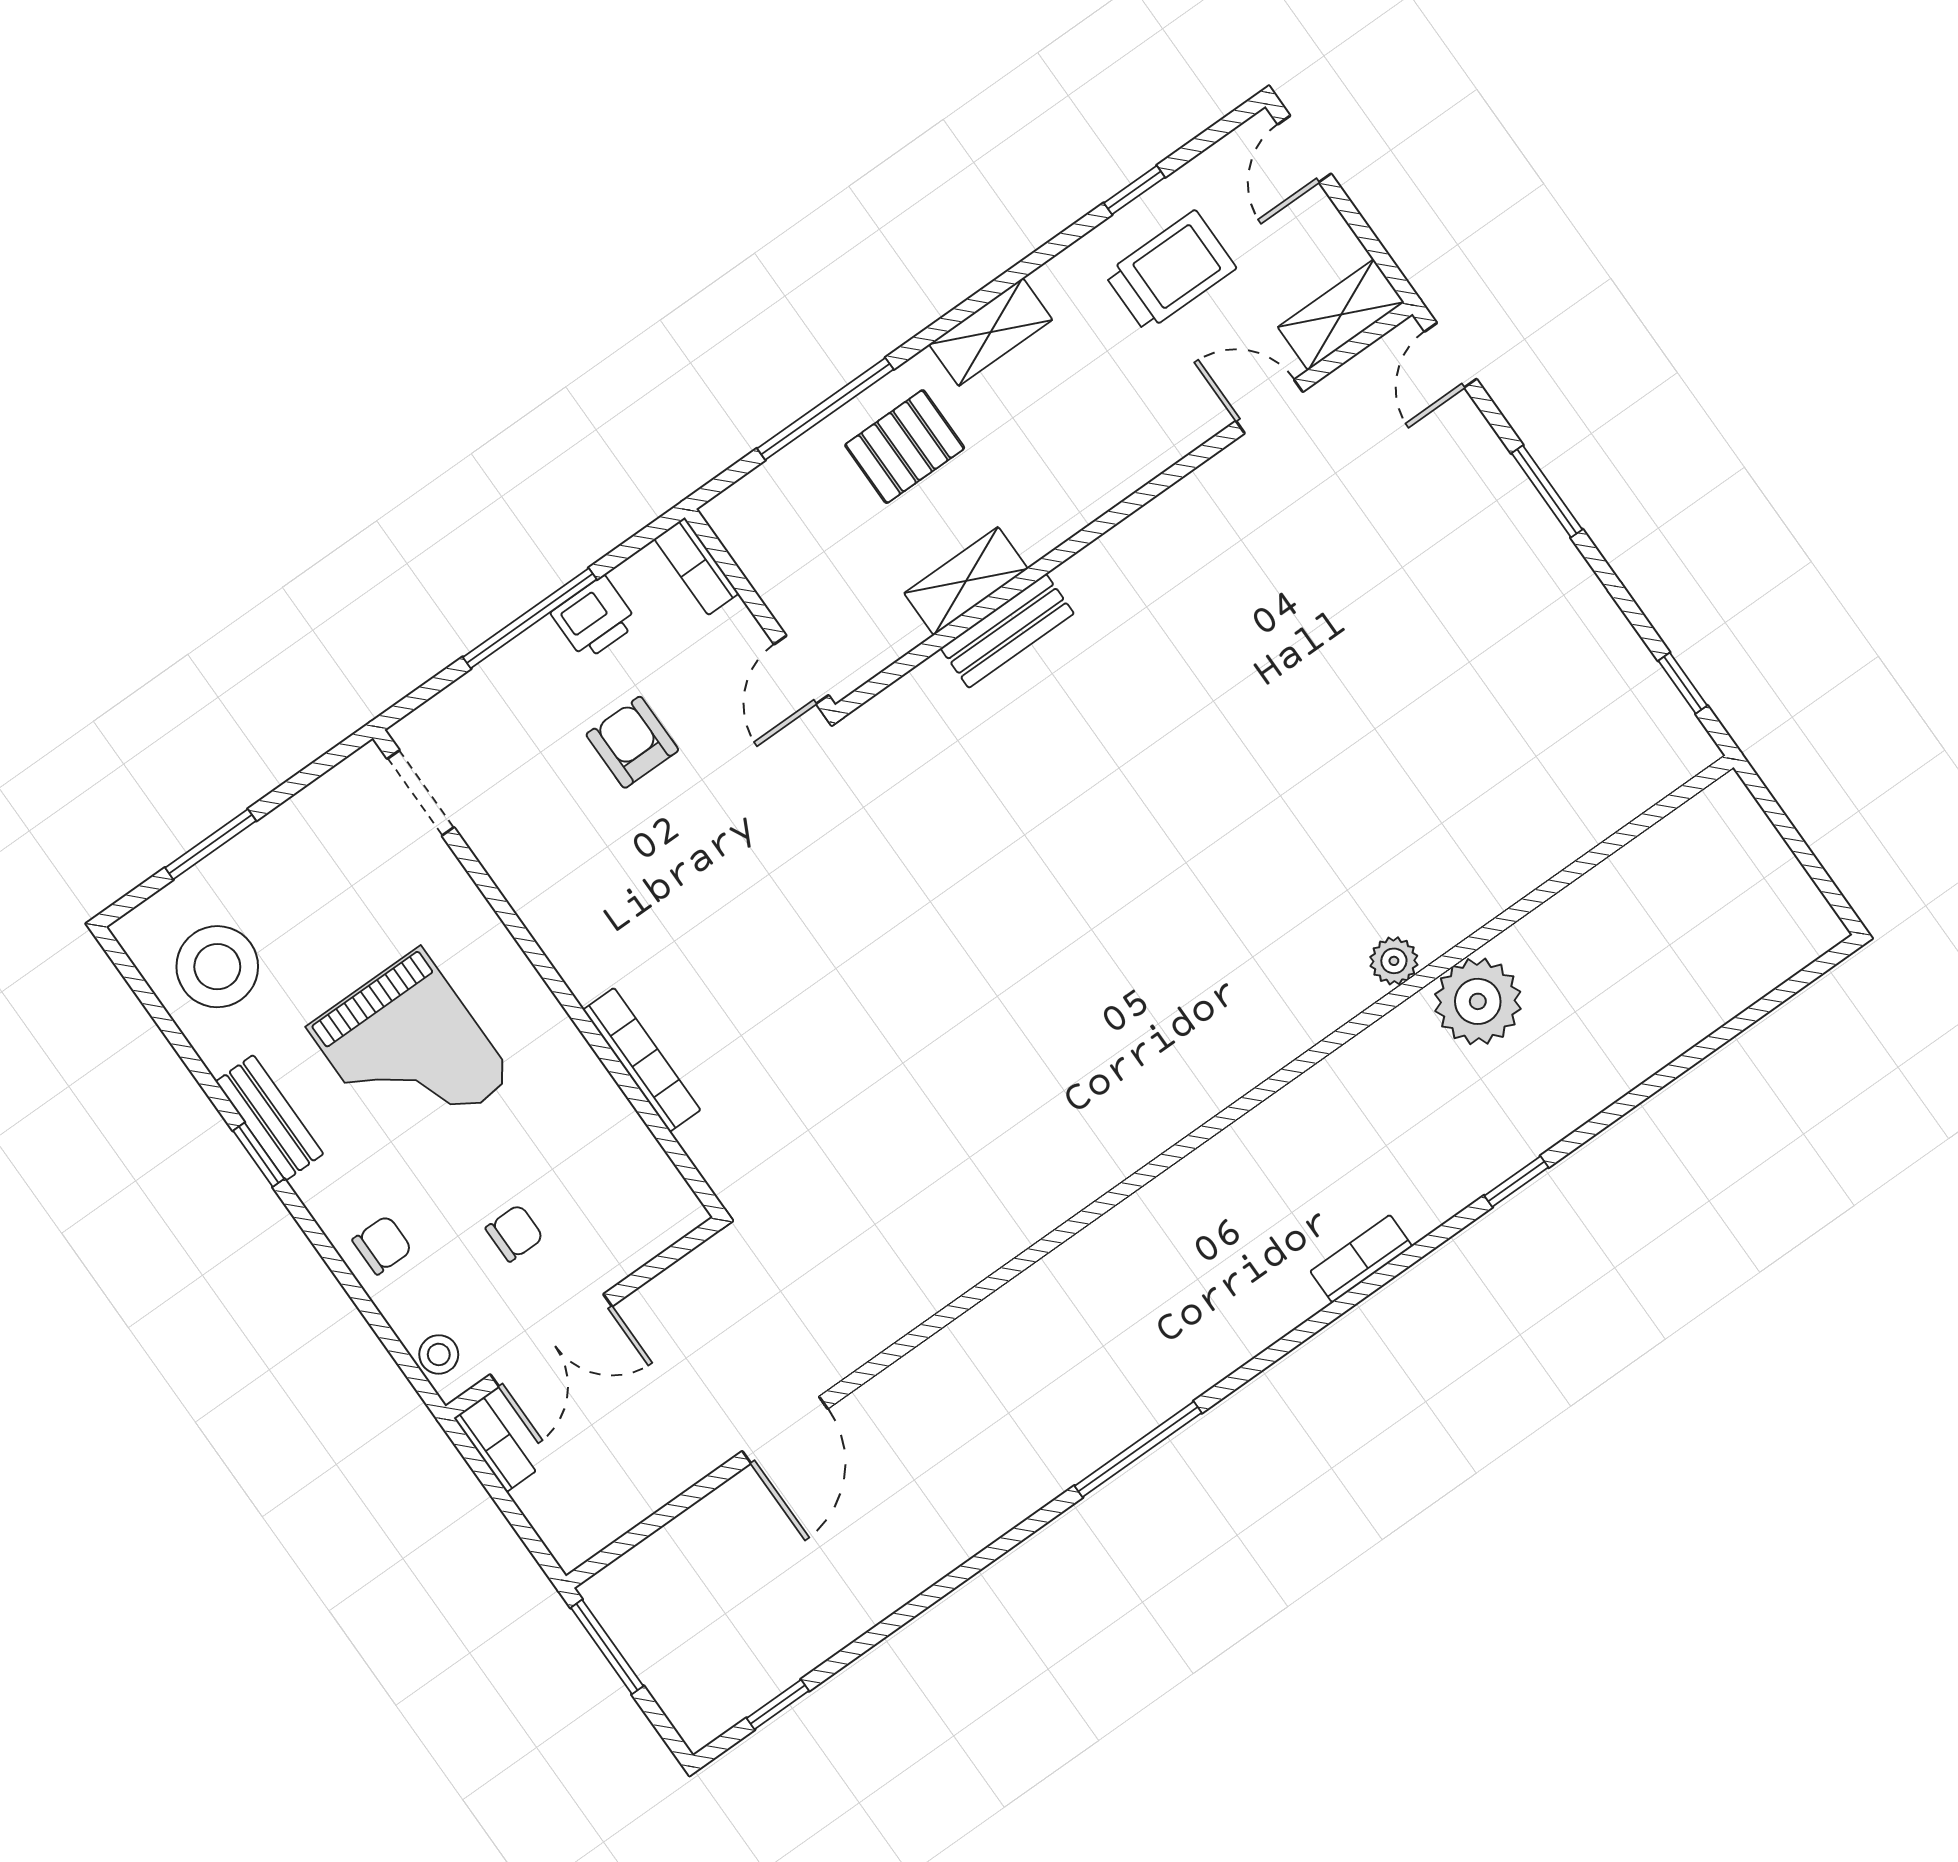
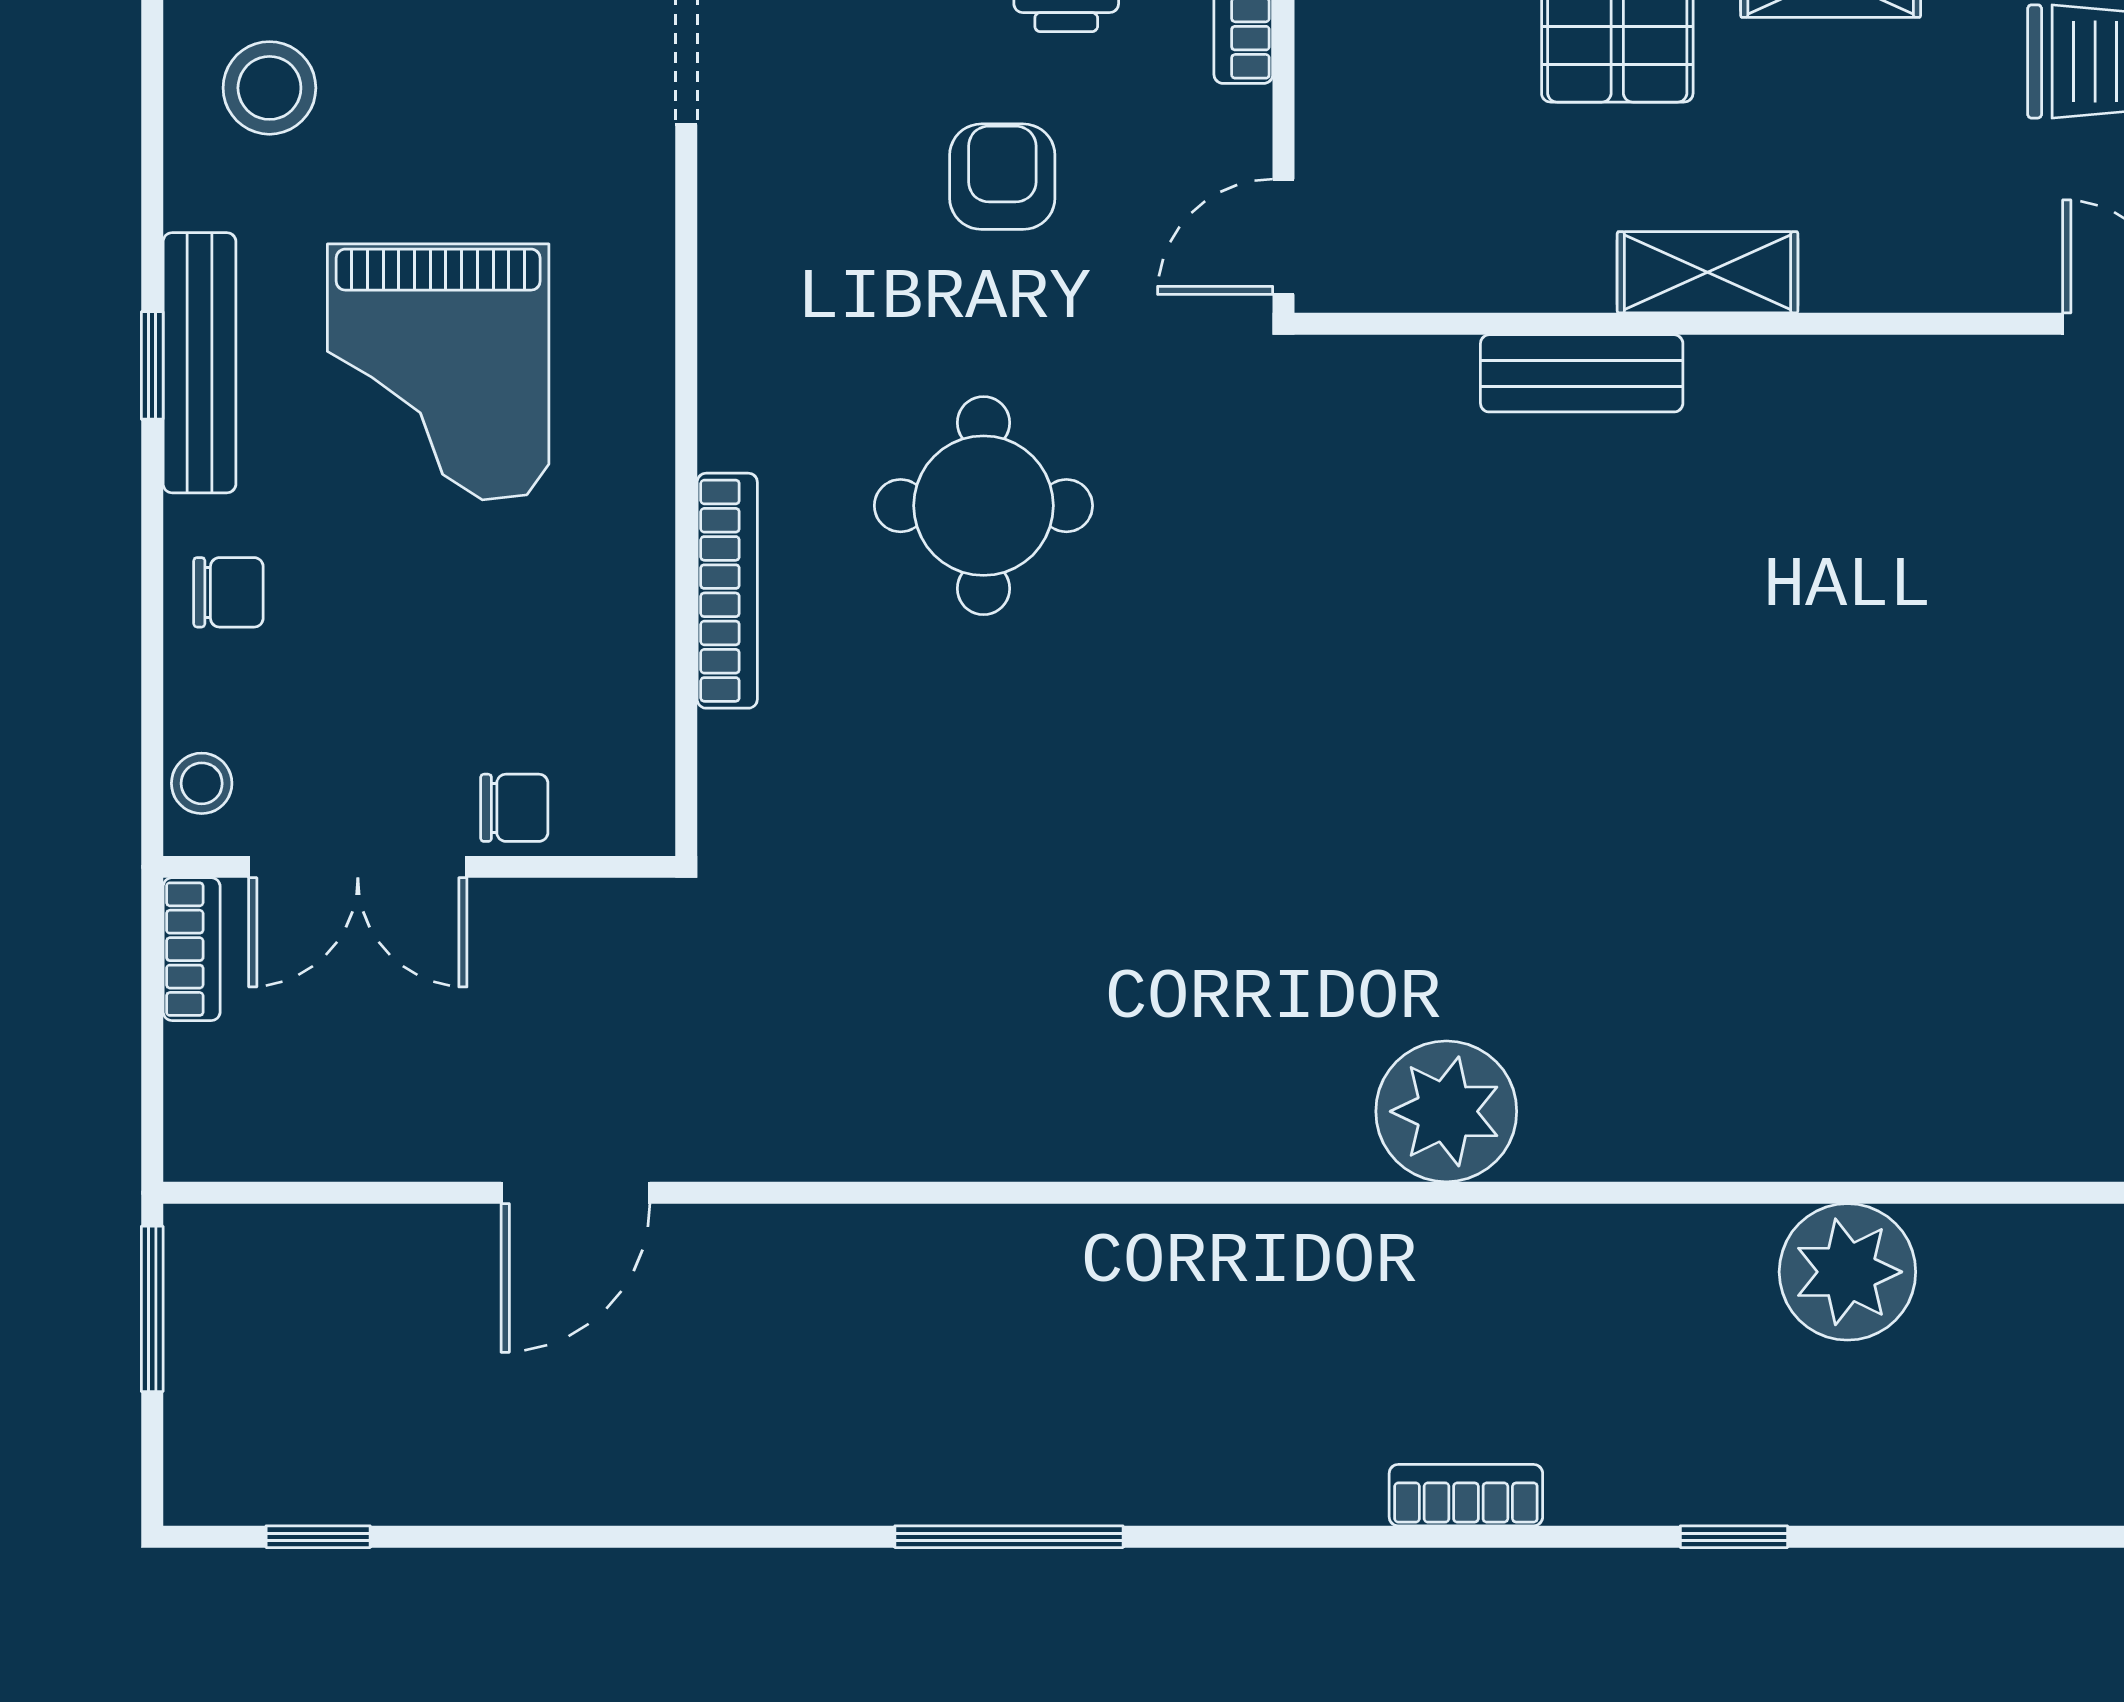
shelving: (966, 581) -> (1708, 272), moved
round table: (744, 921) -> (983, 506), added
plant: (1394, 961) -> (1446, 1111), moved, width x1.88, depth x1.88
stool: (217, 967) -> (269, 88), width x0.73, depth x0.73
bench: (269, 1118) -> (199, 363), width x1.36
chair: (515, 1233) -> (514, 808), moved

